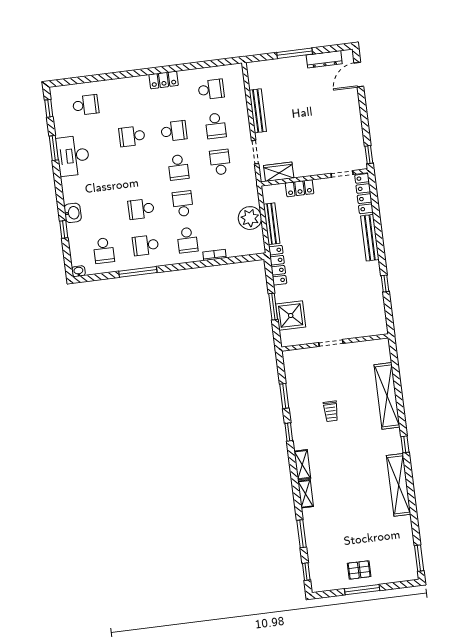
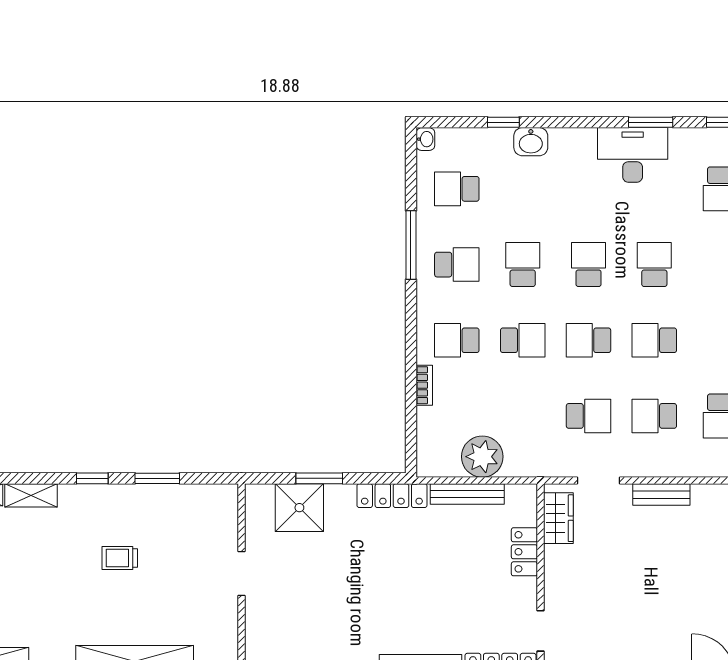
bench: (258, 111) -> (661, 494), width x0.73
school desk: (174, 131) -> (654, 340), turned 90
school desk: (137, 173) -> (589, 265), added
school desk: (146, 245) -> (457, 265), turned 90

